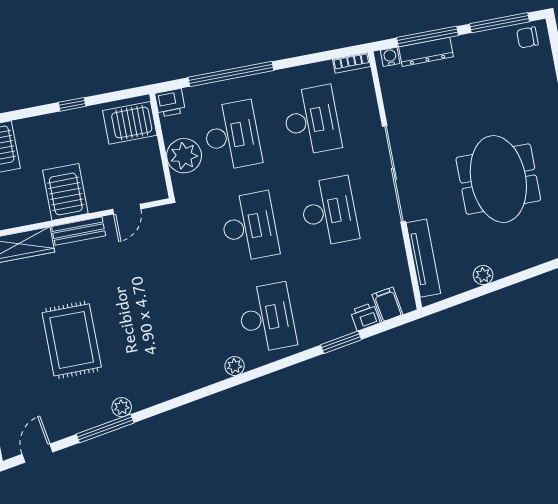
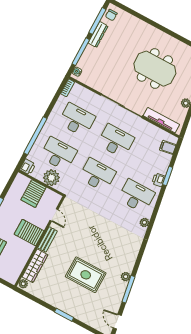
dresser: (426, 52) -> (98, 35), moved
server rack: (130, 123) -> (34, 194), moved
printer: (365, 317) -> (158, 180), moved

